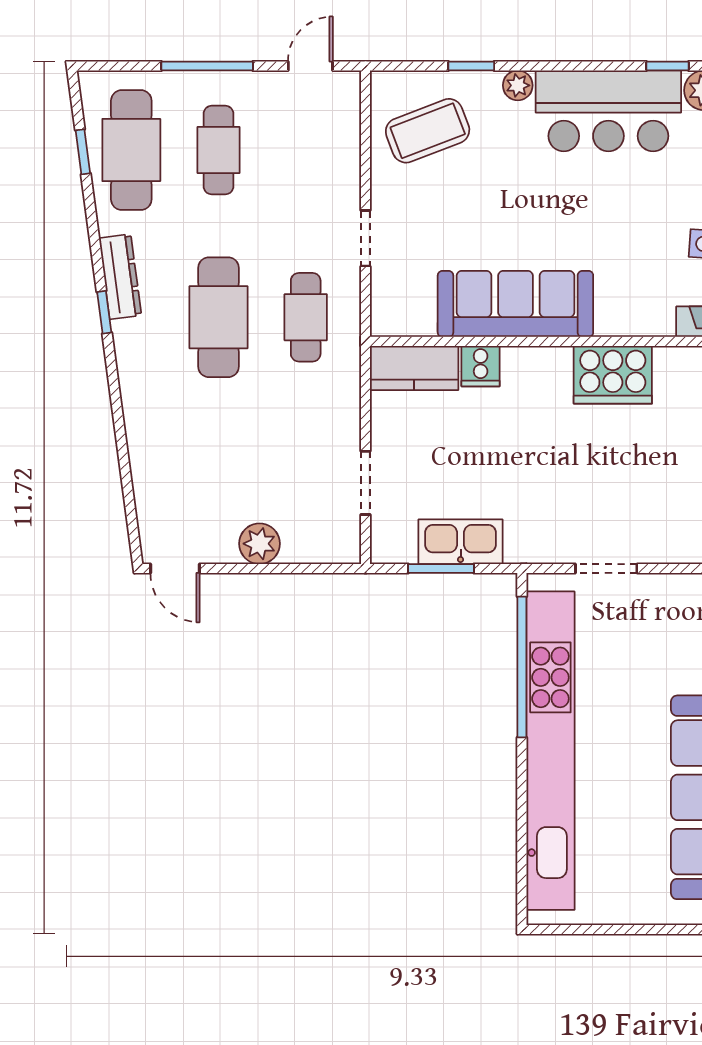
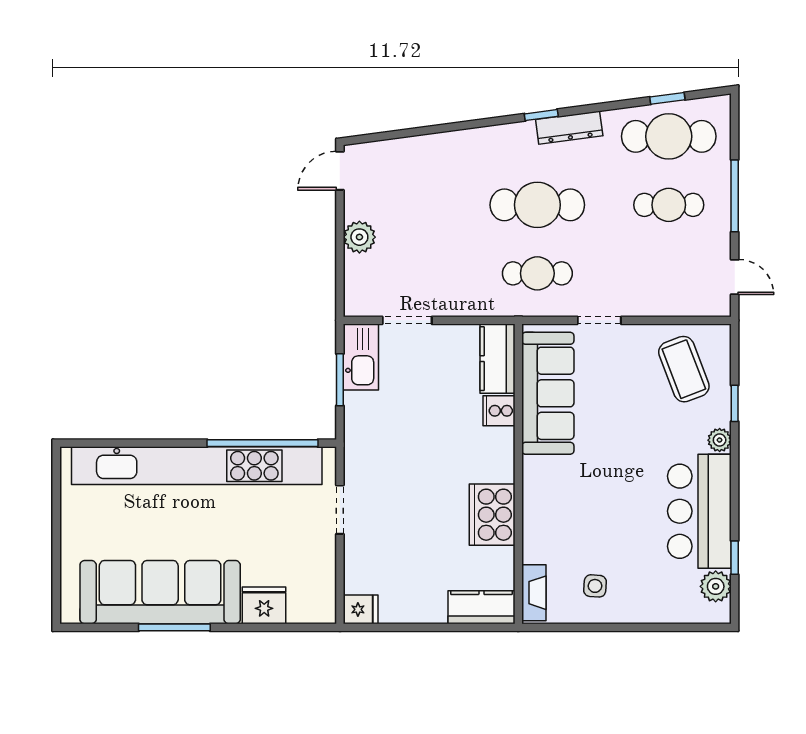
sofa: (515, 304) -> (548, 393), moved
kitchen sink: (461, 542) -> (361, 357), moved

